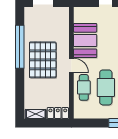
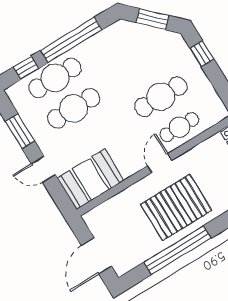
booth: (85, 41) -> (91, 179), moved

